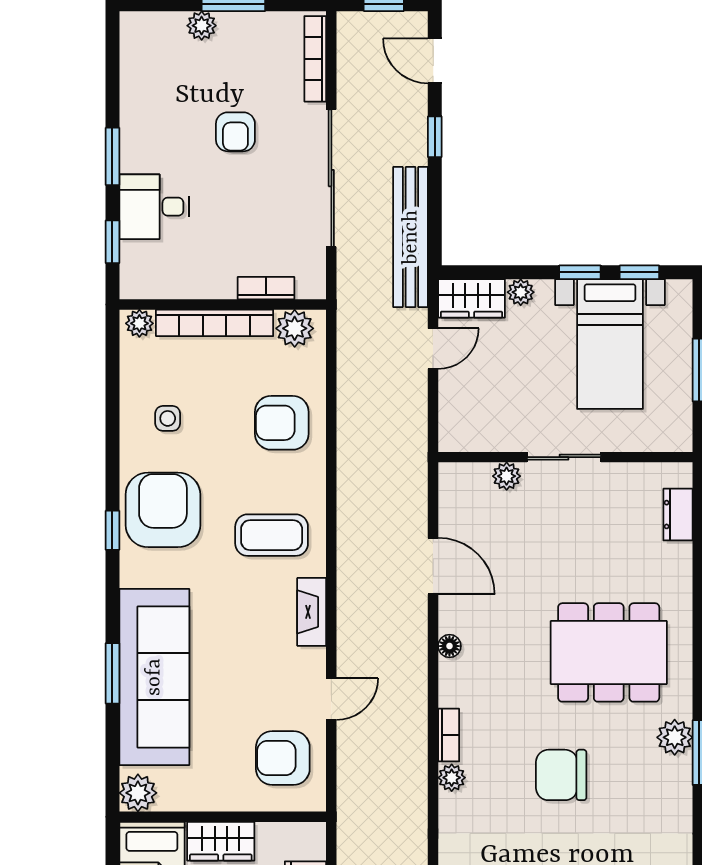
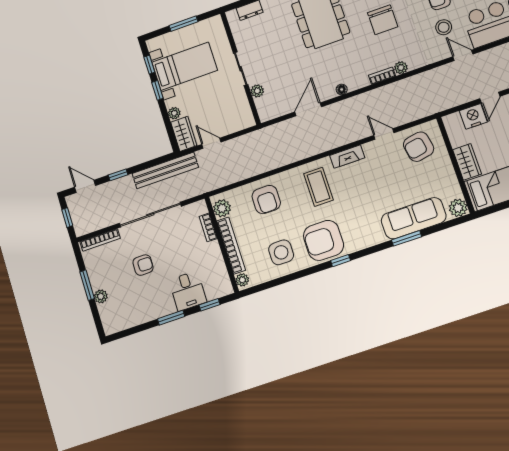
door: (435, 61) -> (85, 186), swing flipped
side table: (168, 418) -> (281, 252), width x1.87, depth x1.87
sofa: (154, 677) -> (414, 218), width x0.74, depth x0.79
armchair: (283, 758) -> (419, 147), turned 80

